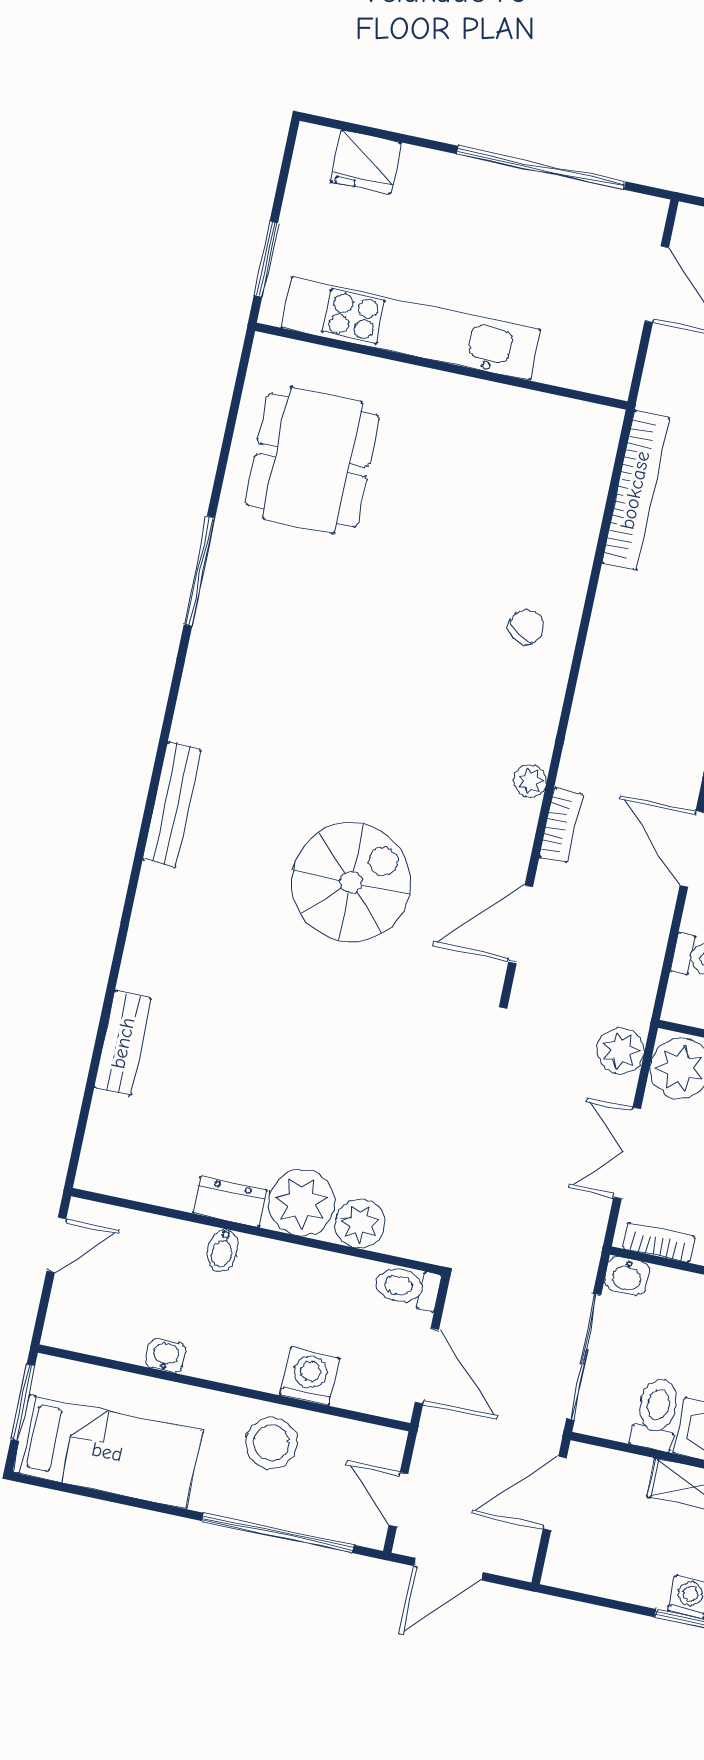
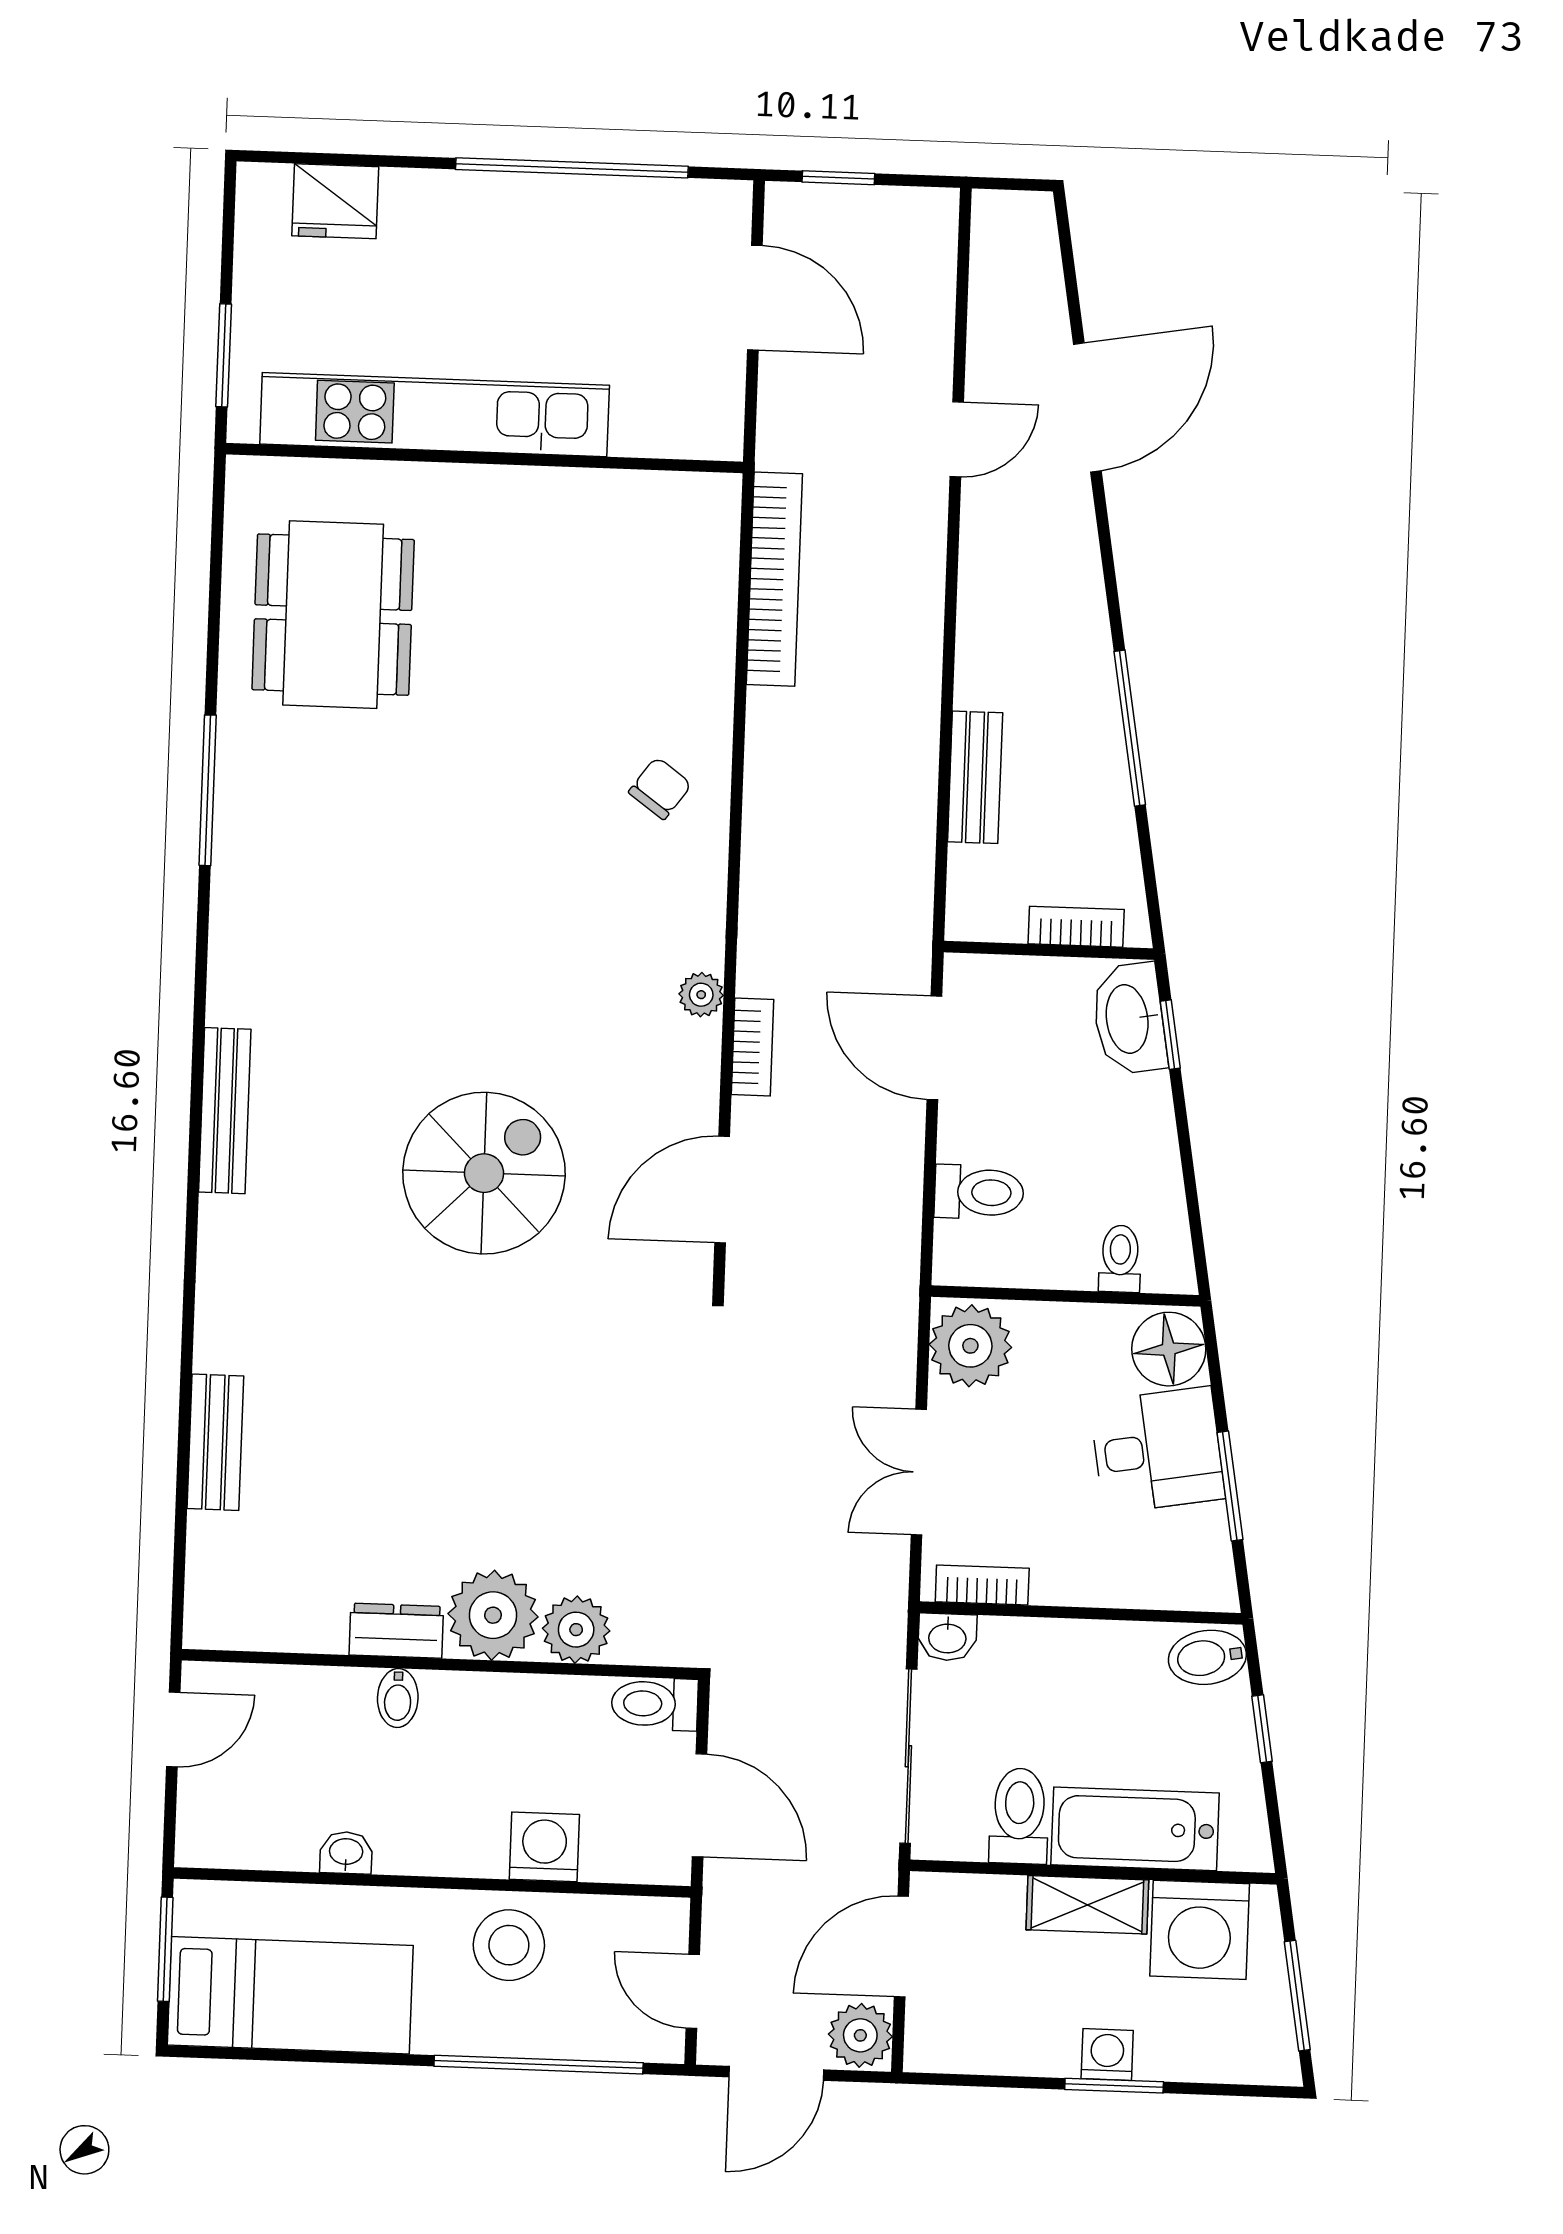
plant: (621, 1051) -> (860, 2035), moved

